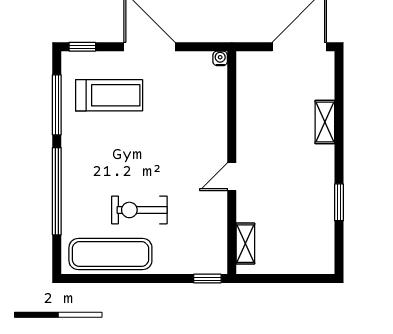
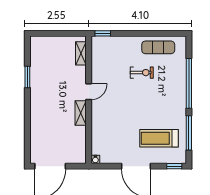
shelving: (325, 122) -> (81, 113), moved
exercise bike: (139, 210) -> (142, 73), width x0.73, depth x0.72
exercise mat: (110, 254) -> (158, 47), width x0.73, depth x0.69

